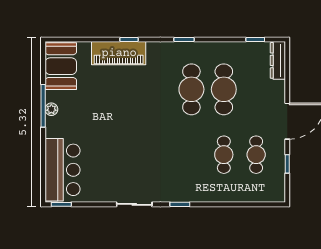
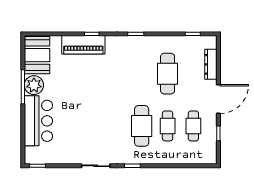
dresser: (278, 60) -> (211, 64), moved
cafe table: (191, 89) -> (142, 126), moved
plant: (51, 109) -> (34, 85), width x1.88, depth x1.88
bar counter: (62, 170) -> (38, 121), moved

